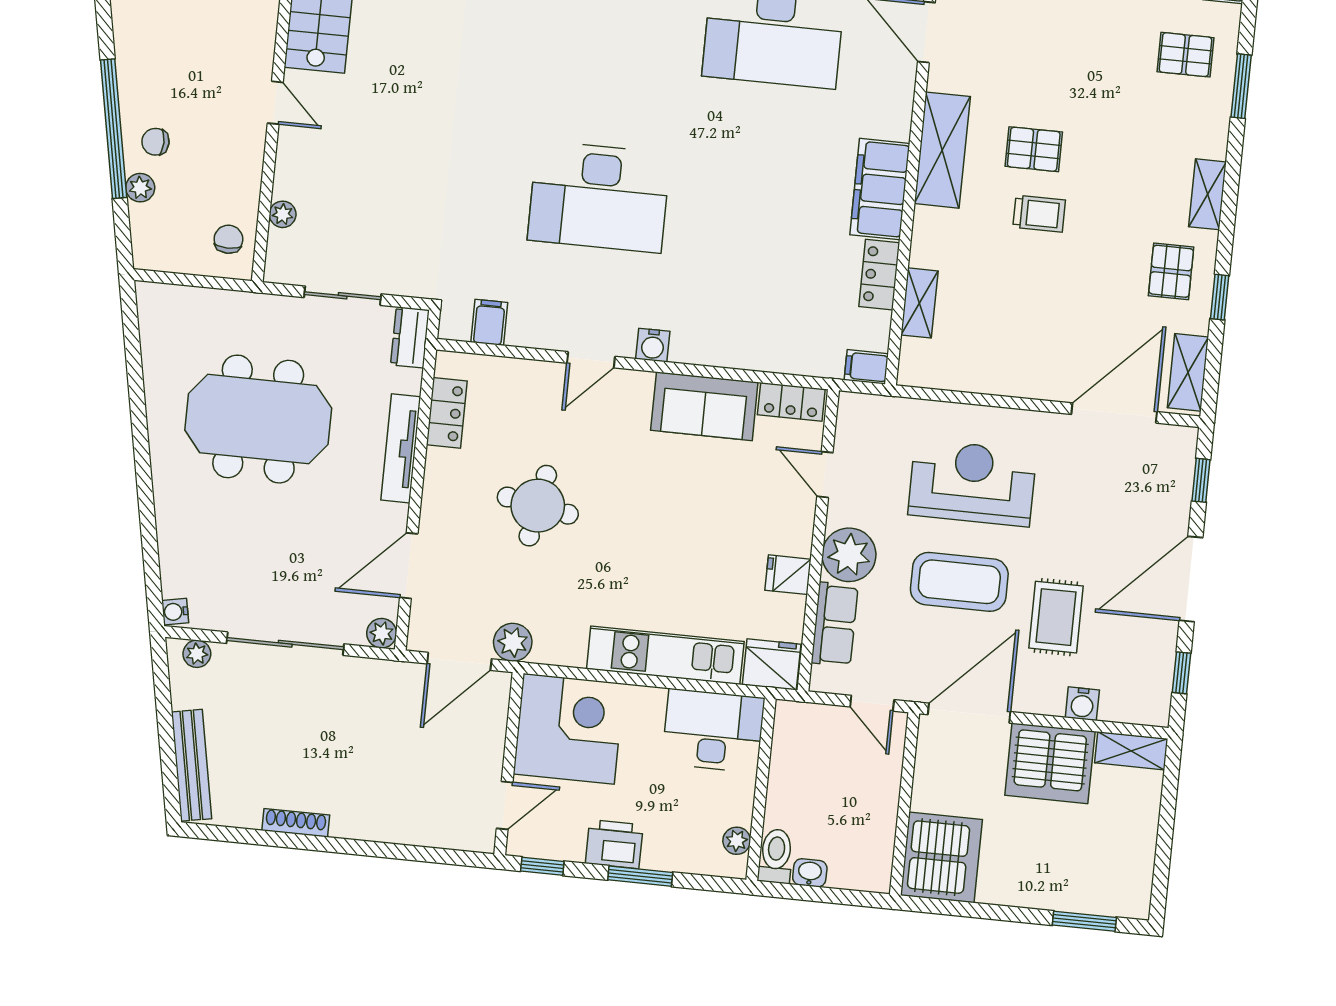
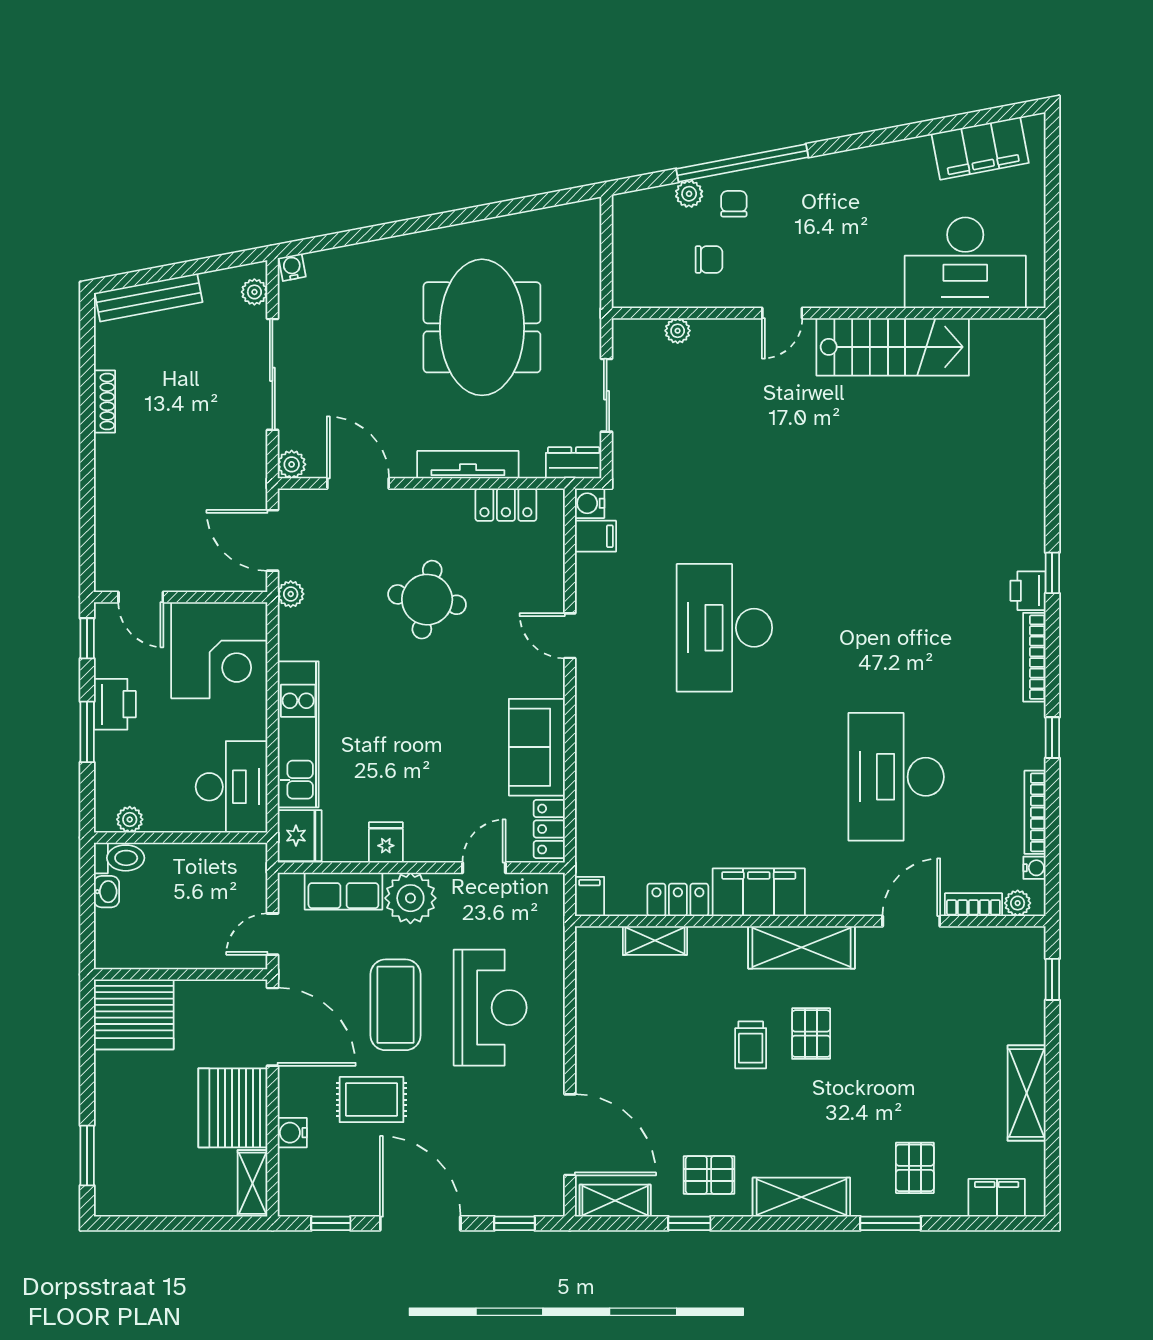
shelving: (1208, 194) -> (801, 1197), width x1.50, depth x1.33
chair: (228, 239) -> (709, 259), moved
water cooler: (653, 345) -> (590, 503), moved
plant: (513, 642) -> (291, 594), width x0.73, depth x0.73

